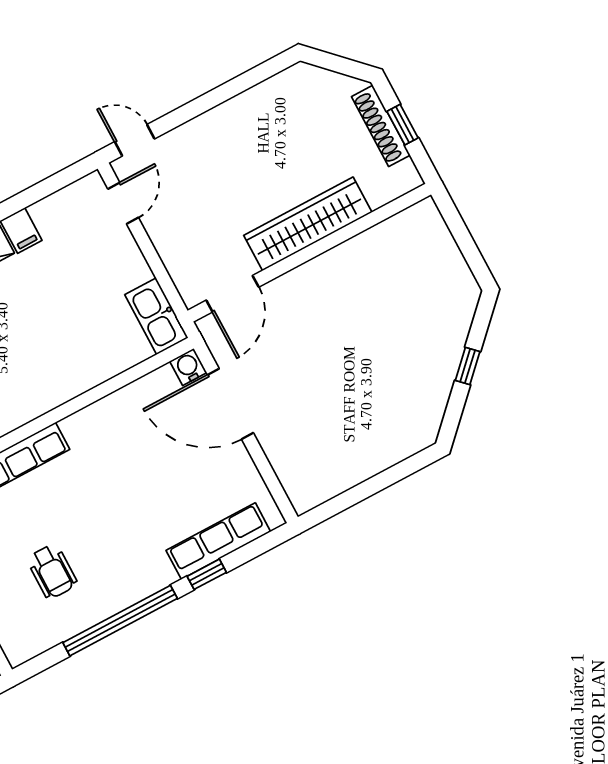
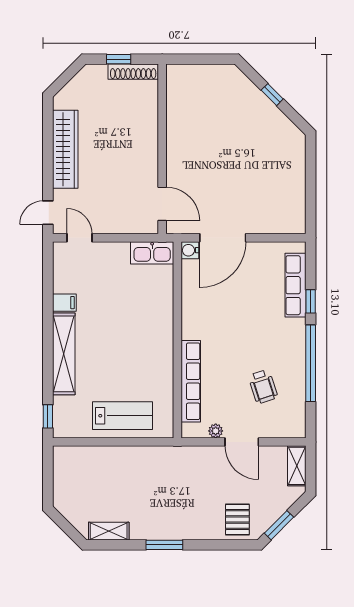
shoe rack: (381, 126) -> (133, 72), moved
wardrobe: (308, 224) -> (65, 149), moved, turned 180
wheelchair: (52, 571) -> (263, 387), turned 72

